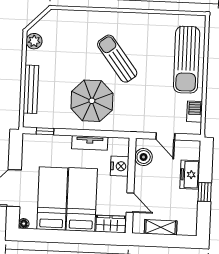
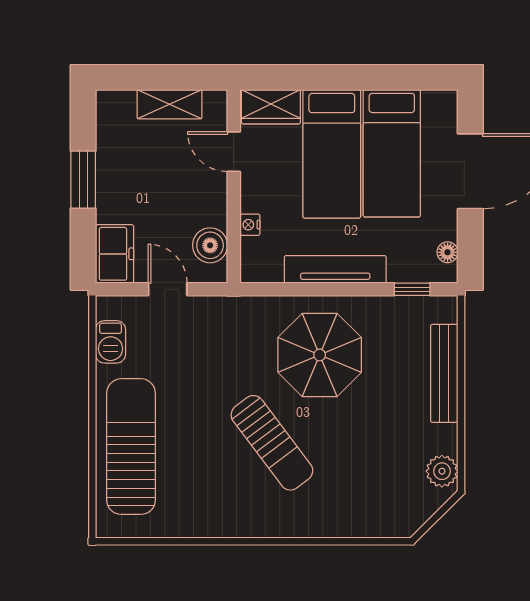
tv unit: (90, 143) -> (335, 269), width x1.41
nightstand: (120, 166) -> (250, 225), width x0.53, depth x0.56
freezer: (190, 175) -> (115, 254), moved
window: (205, 192) -> (83, 180), width x1.50
floor lamp: (24, 224) -> (448, 252), moved

